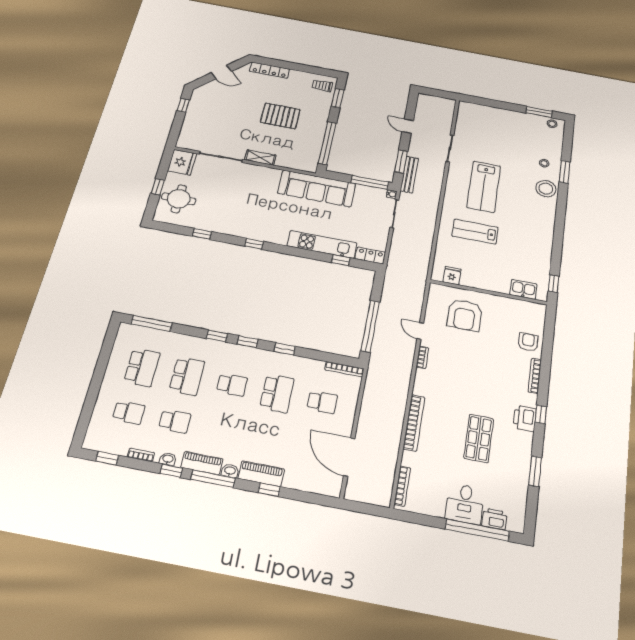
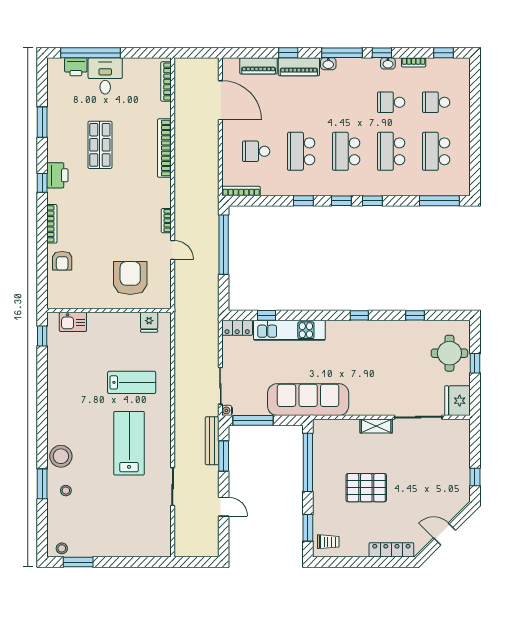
school desk: (232, 385) -> (346, 151), width x1.85
piano: (202, 463) -> (259, 66), moved

